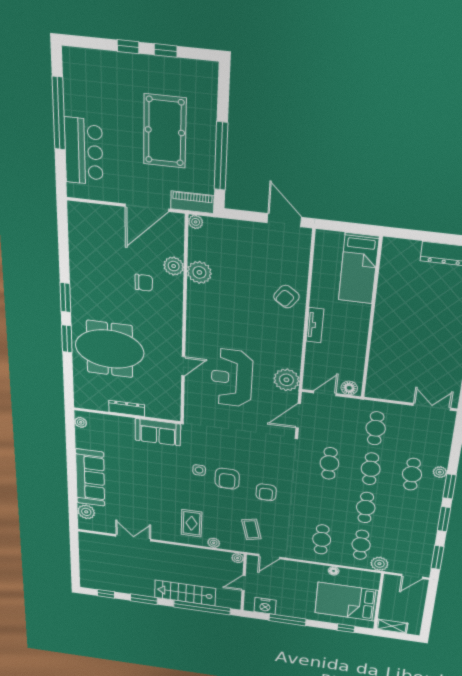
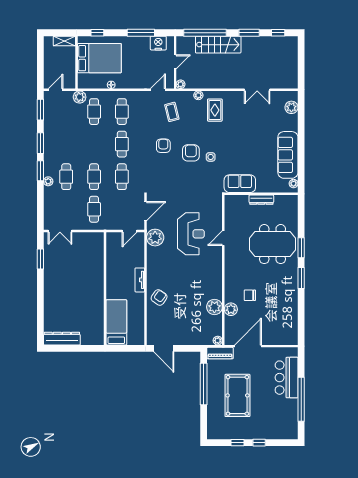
floor lamp: (349, 388) -> (114, 237), removed
sofa: (90, 478) -> (288, 155), moved
cafe table: (366, 508) -> (122, 144), moved

